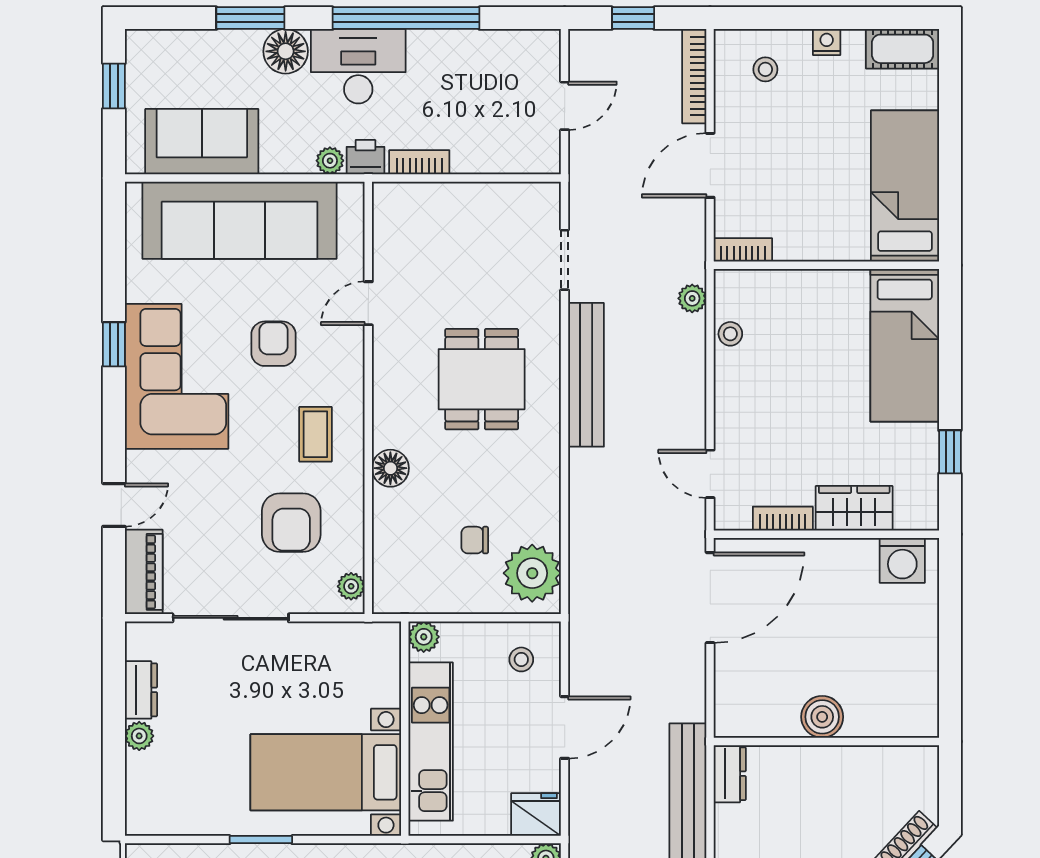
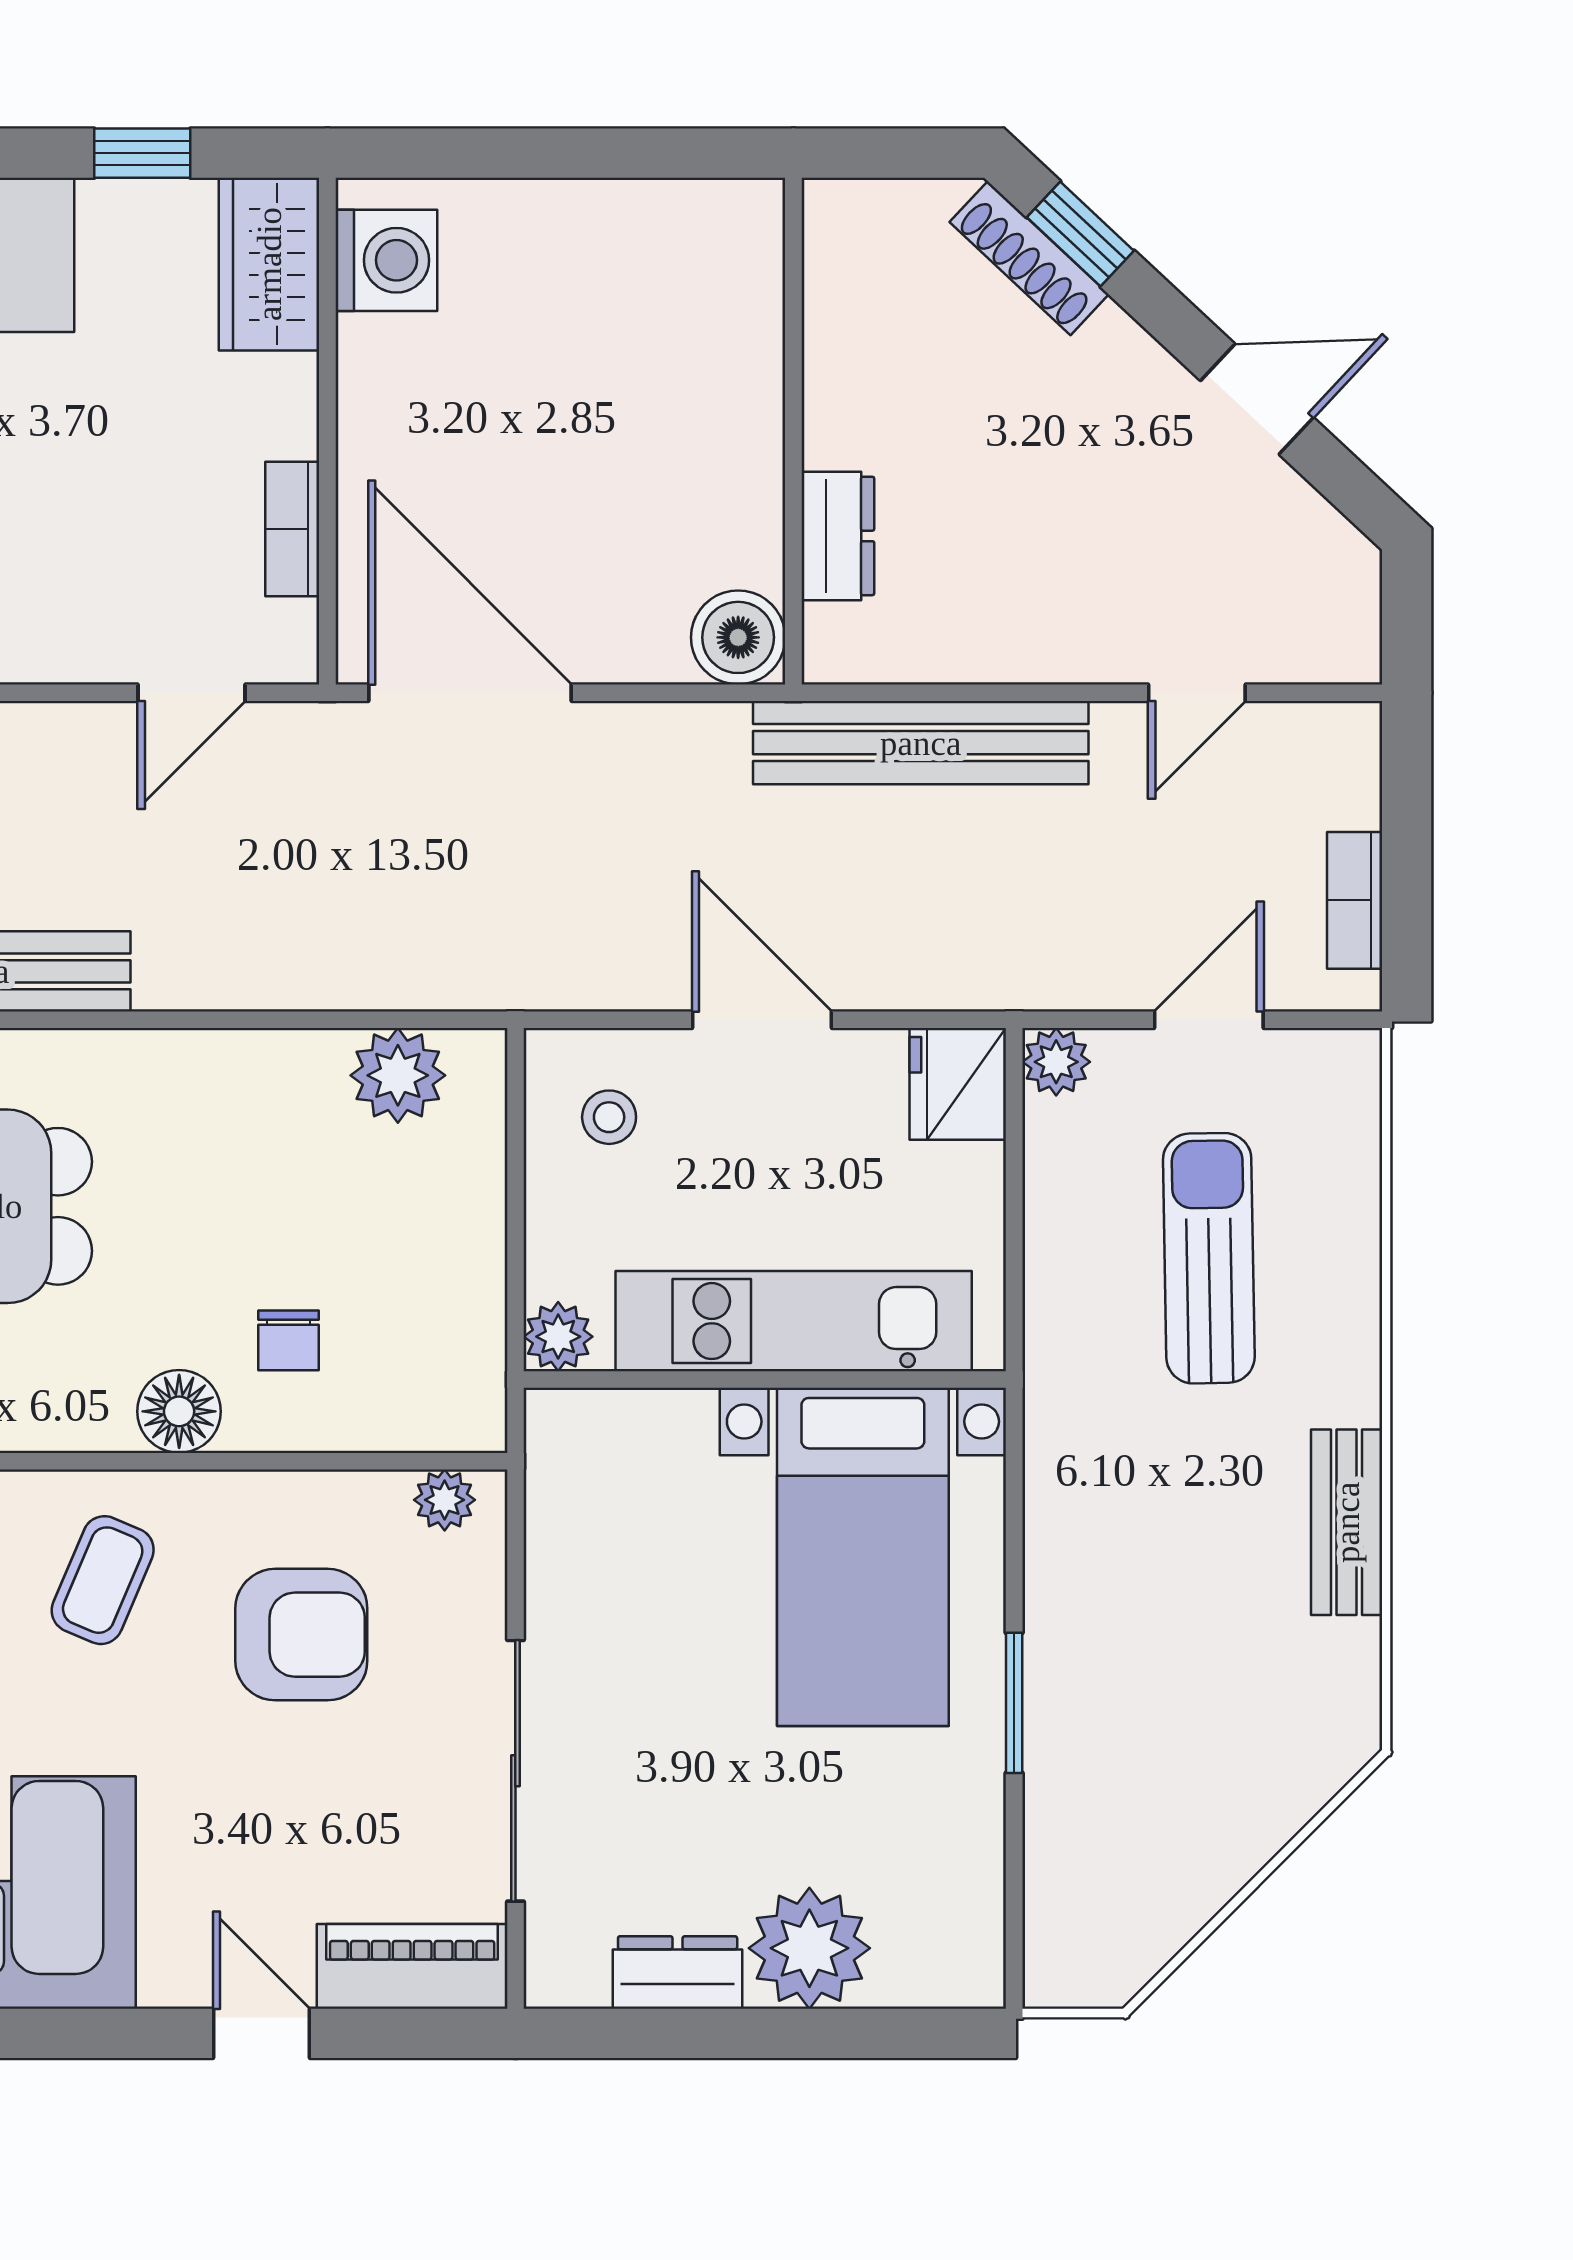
coffee table: (315, 434) -> (103, 1580), turned -67
wardrobe: (854, 508) -> (269, 264), moved
chair: (475, 540) -> (288, 1340), moved
plant: (532, 573) -> (398, 1075), width x0.73, depth x0.73
boiler: (822, 717) -> (738, 637), moved
plant: (139, 736) -> (809, 1948), width x1.88, depth x1.88
dresser: (730, 774) -> (838, 536), moved, turned 90

